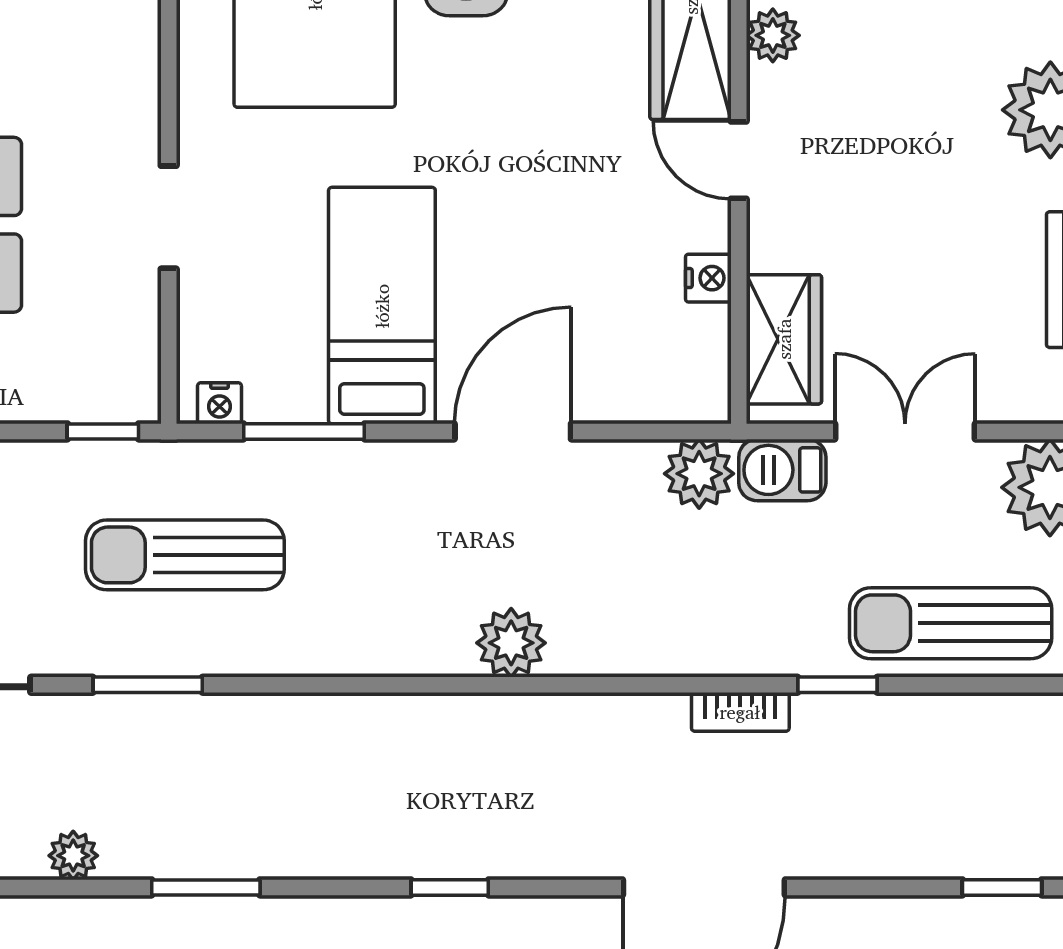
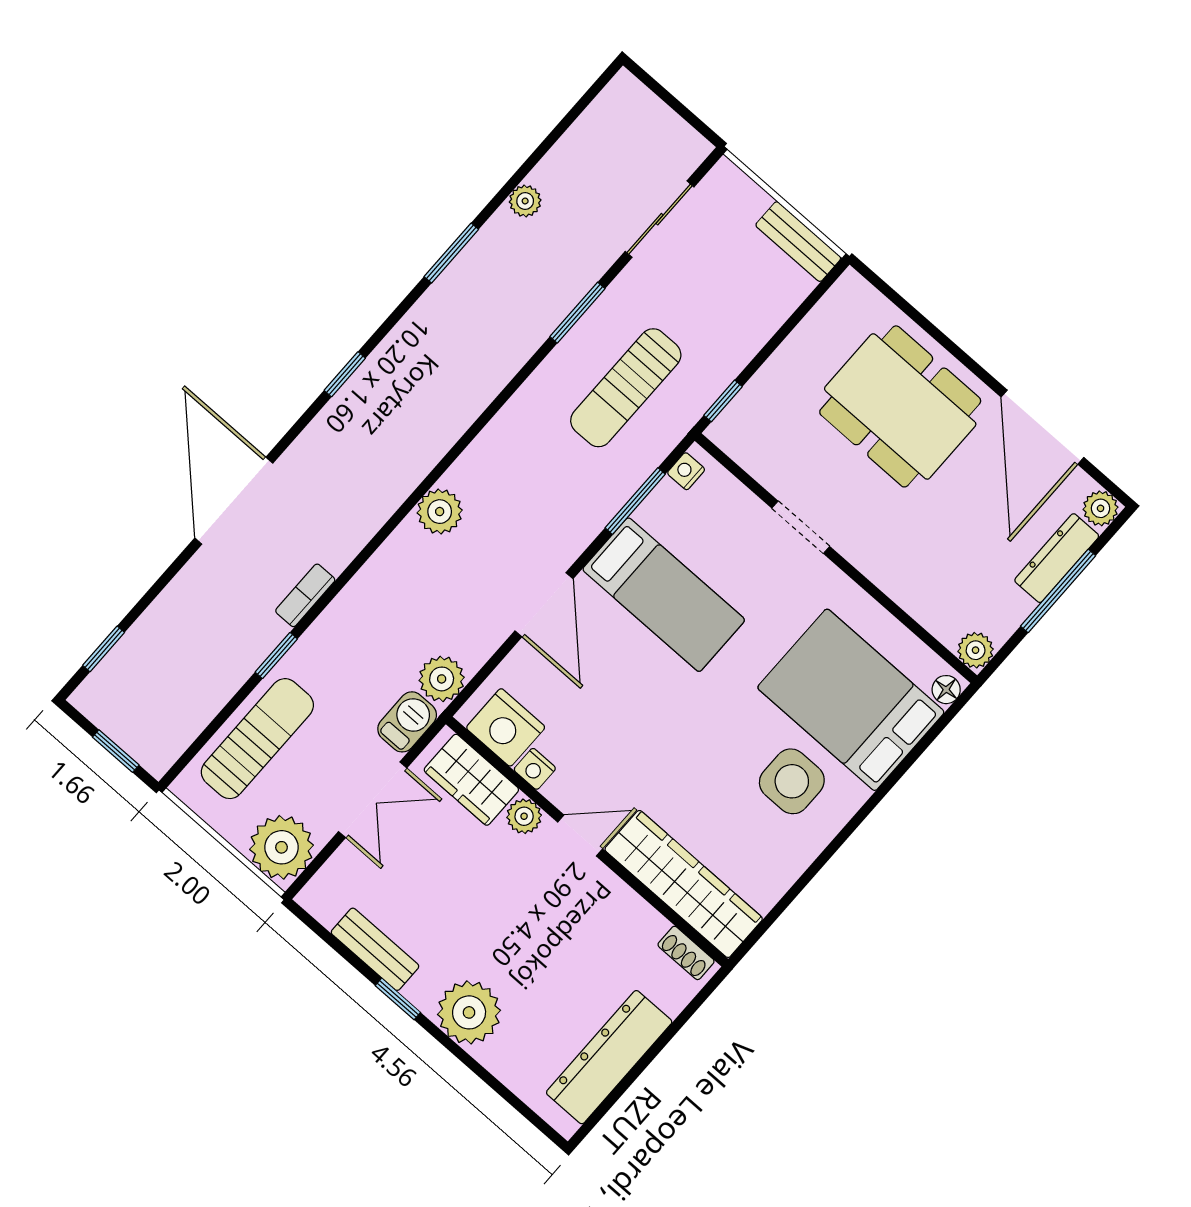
plant: (773, 35) -> (524, 816), moved
nightstand: (690, 353) -> (506, 727), added
sun lounger: (185, 555) -> (626, 388), turned 180

